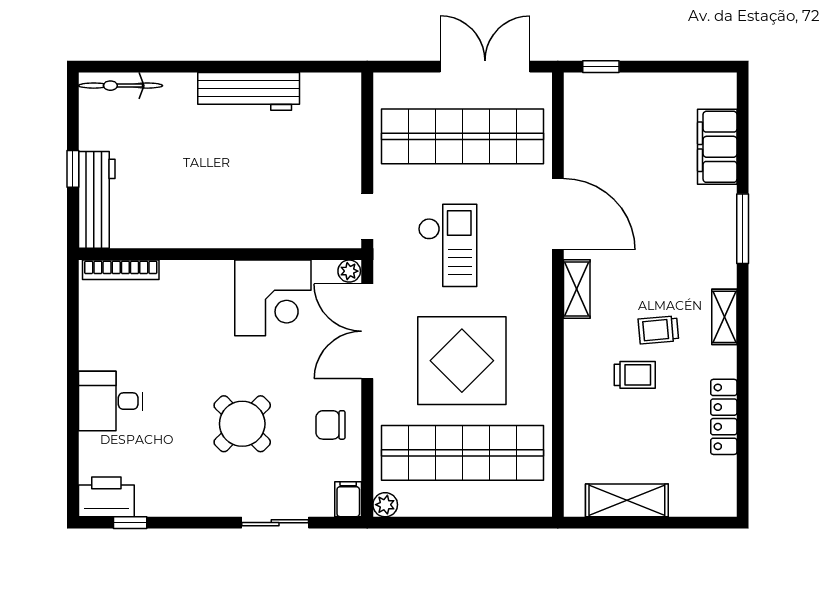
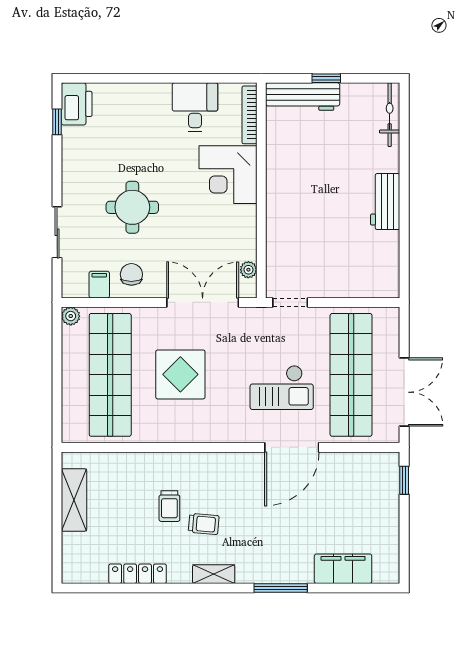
workbench: (249, 91) -> (385, 202), width x0.73
checkout: (448, 245) -> (282, 387), moved
plant: (349, 271) -> (248, 270), moved
shelving: (577, 289) -> (235, 462), removed
corner desk: (273, 298) -> (228, 175), moved
trolley: (658, 330) -> (204, 524), turned 100
display table: (462, 361) -> (180, 374), width x0.73, depth x0.73
desk: (111, 401) -> (195, 107), moved
round table: (242, 424) -> (132, 207), turned 45
filing cabinet: (348, 499) -> (99, 285), moved, turned -90

